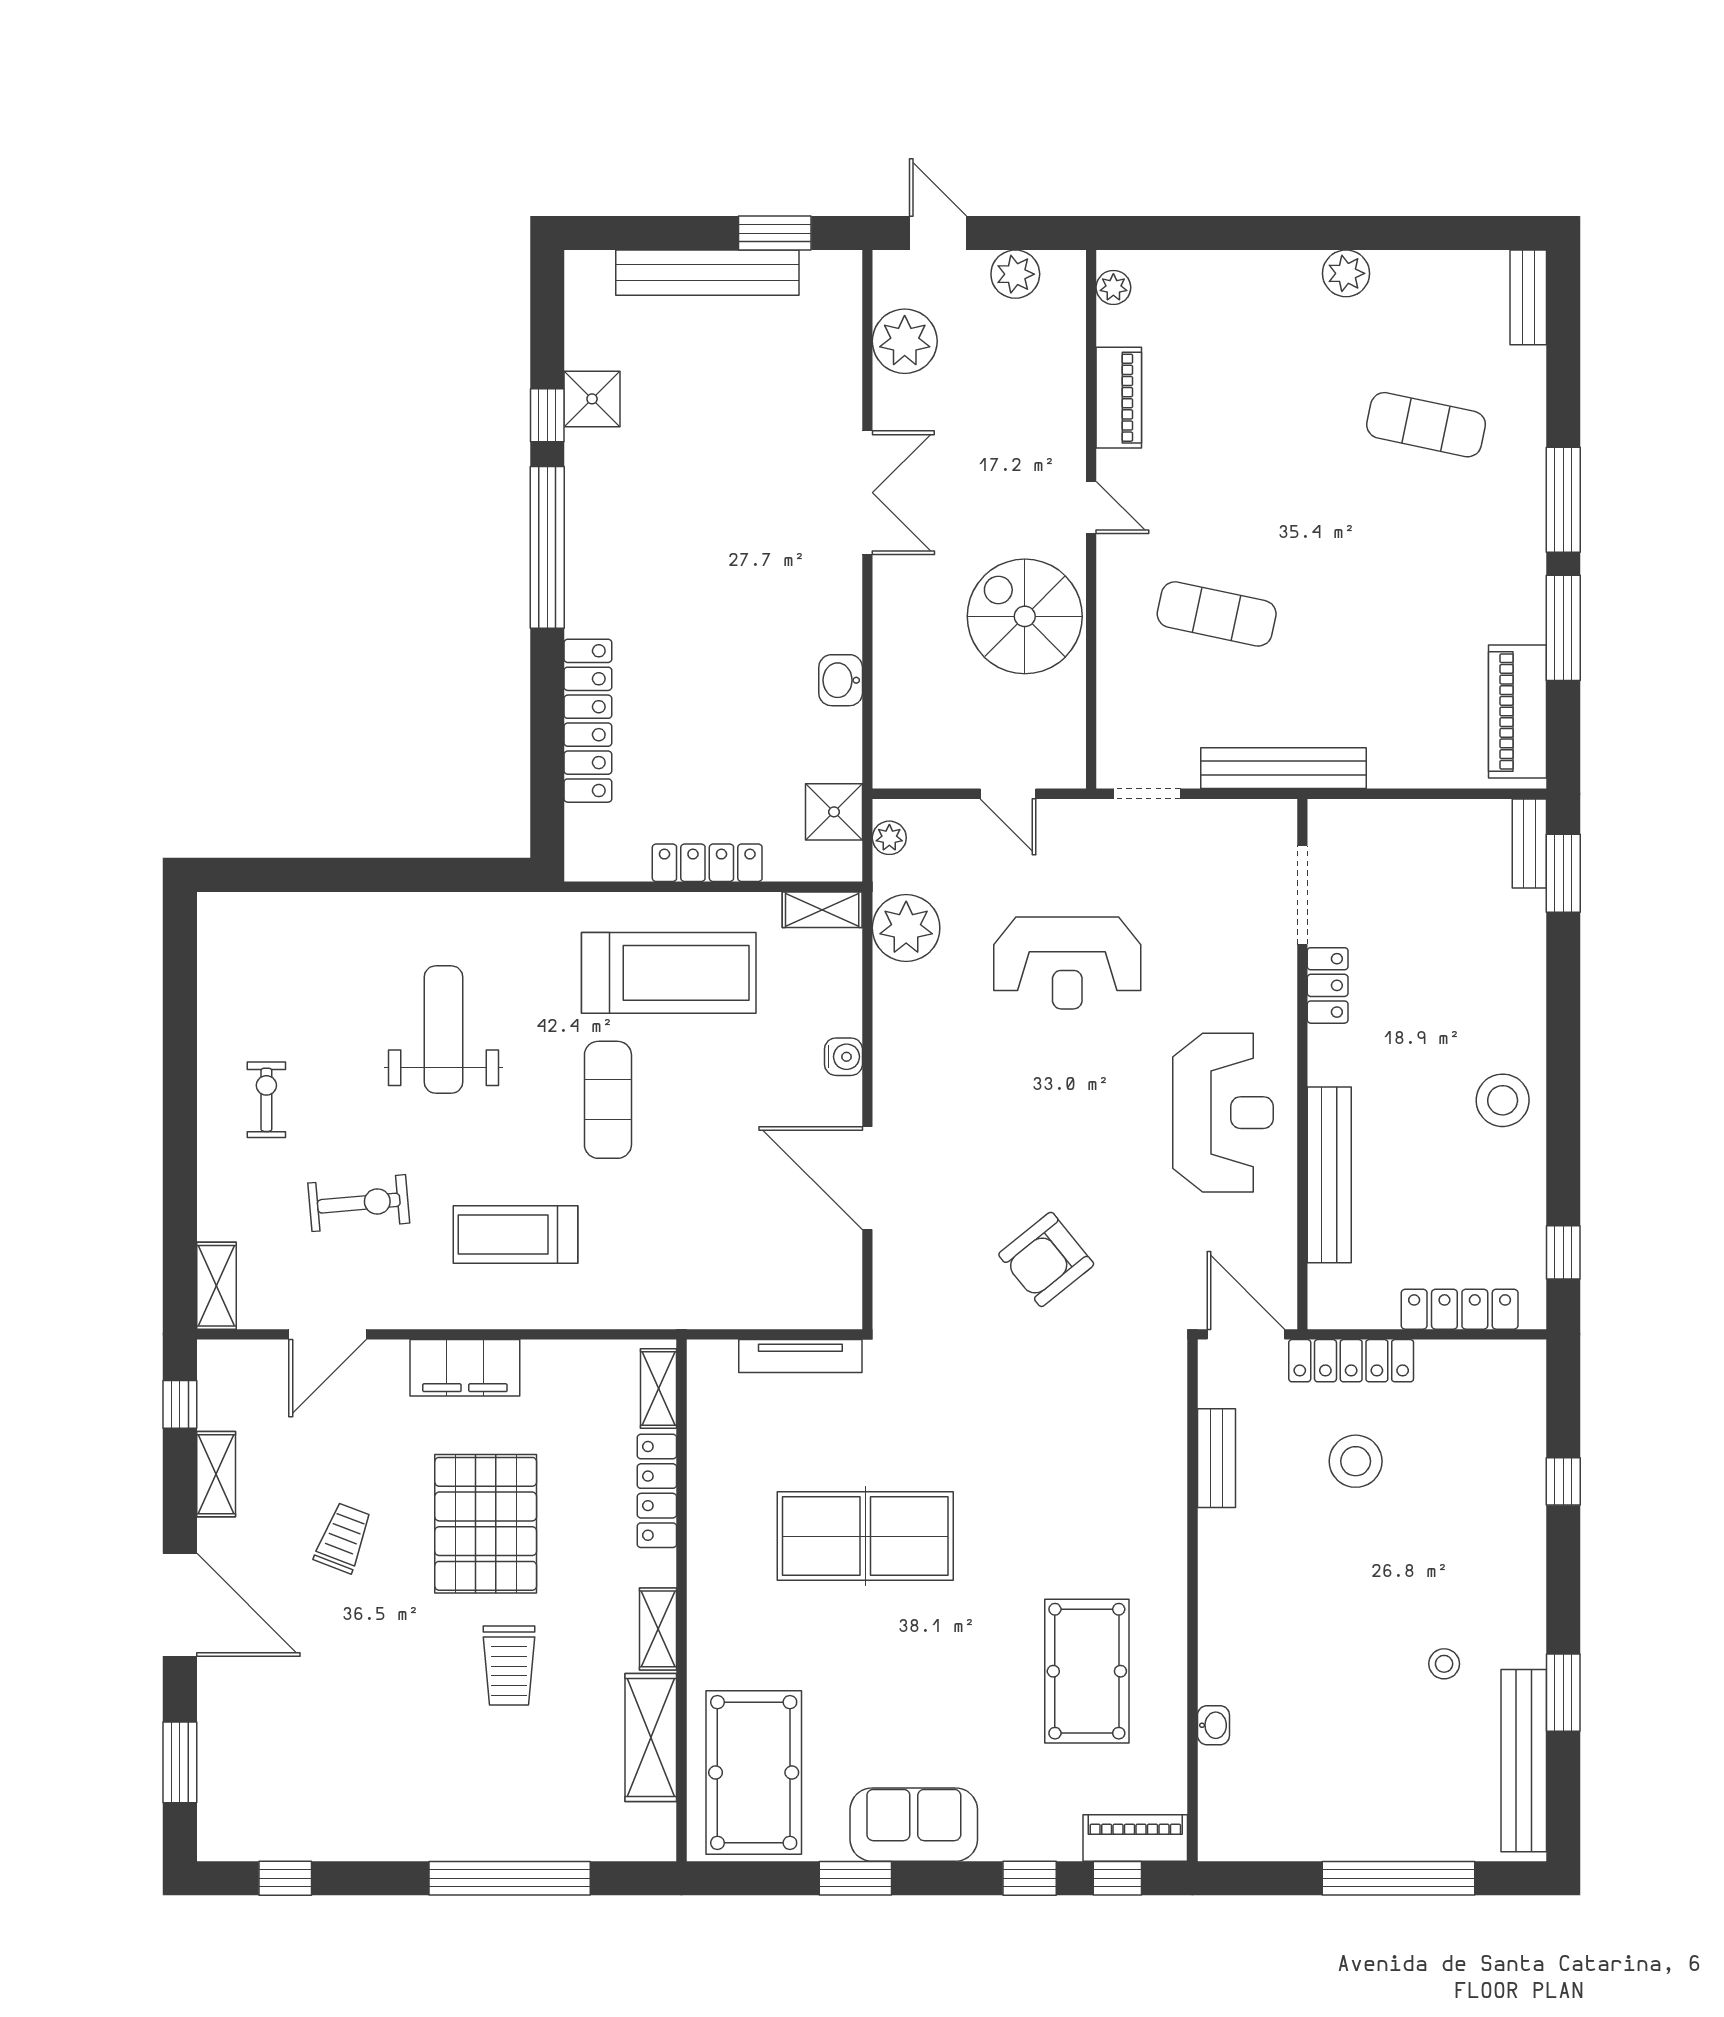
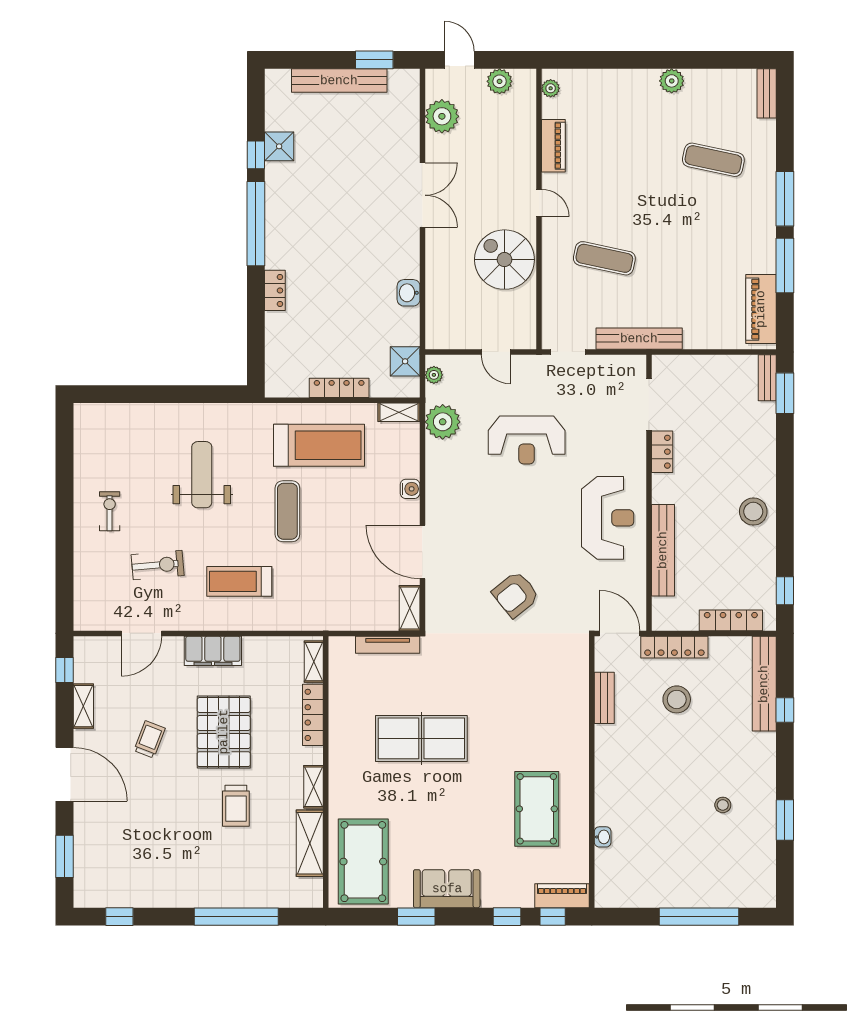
locker: (588, 721) -> (275, 290), width x0.46, depth x0.83
shelving: (216, 1286) -> (410, 608), moved
bench: (1524, 1761) -> (764, 684), moved

